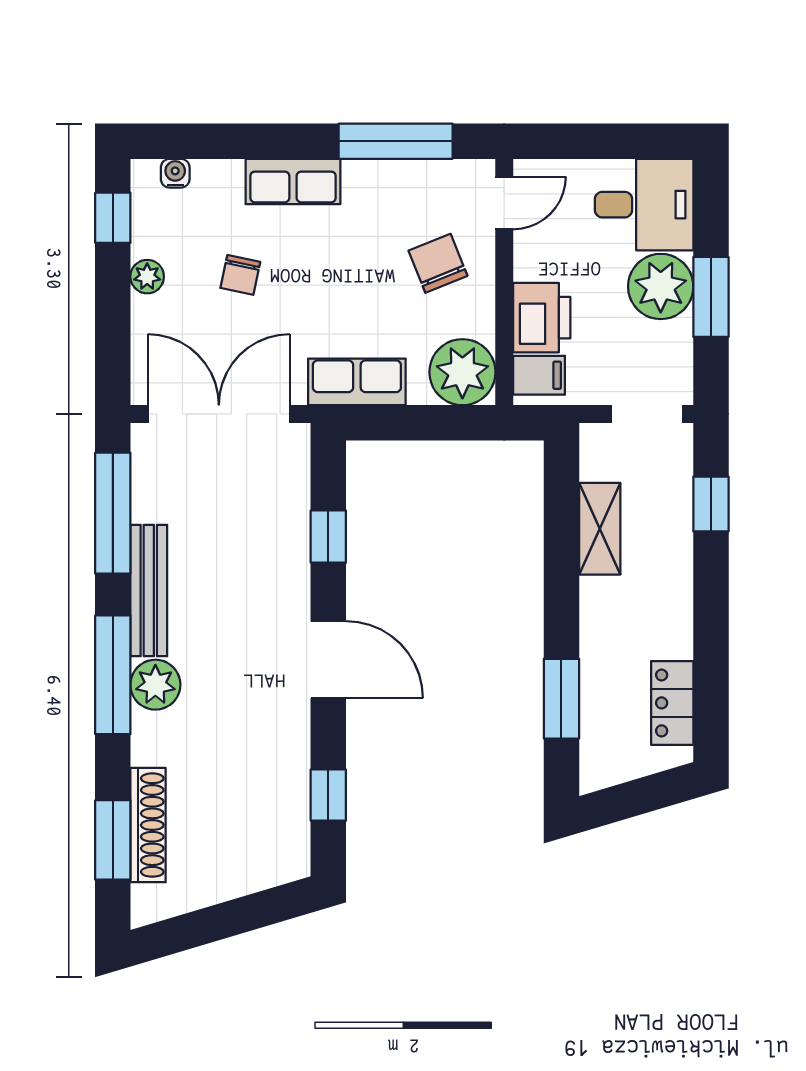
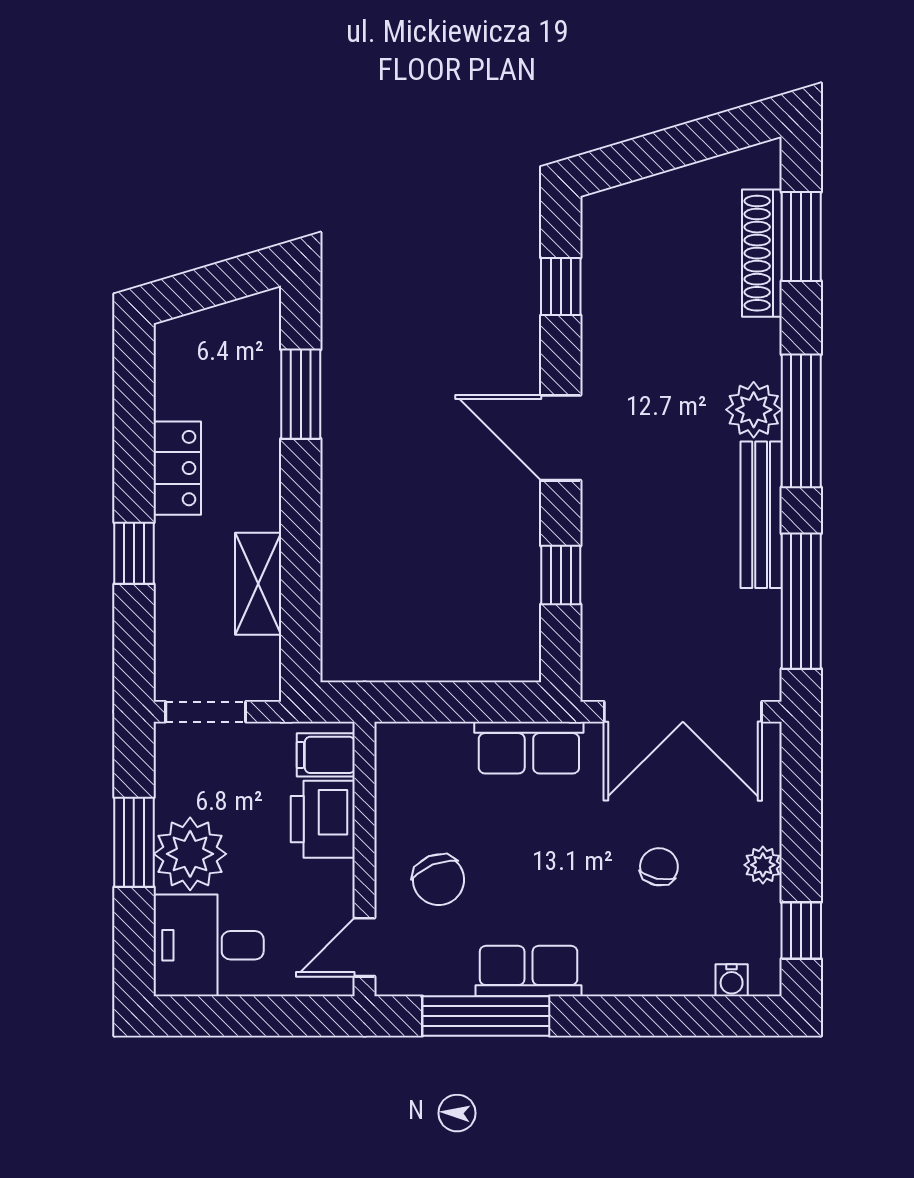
row of seats: (293, 182) -> (529, 971), moved
plant: (462, 372) -> (411, 758), removed
window: (711, 504) -> (134, 553), moved
locker: (672, 703) -> (177, 468), moved

